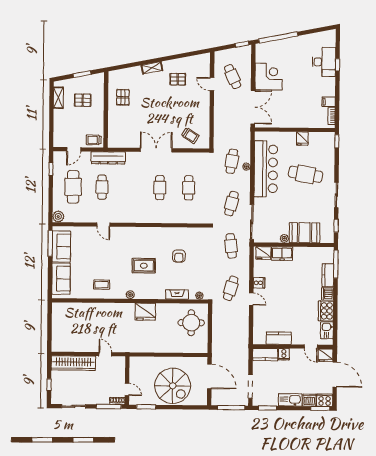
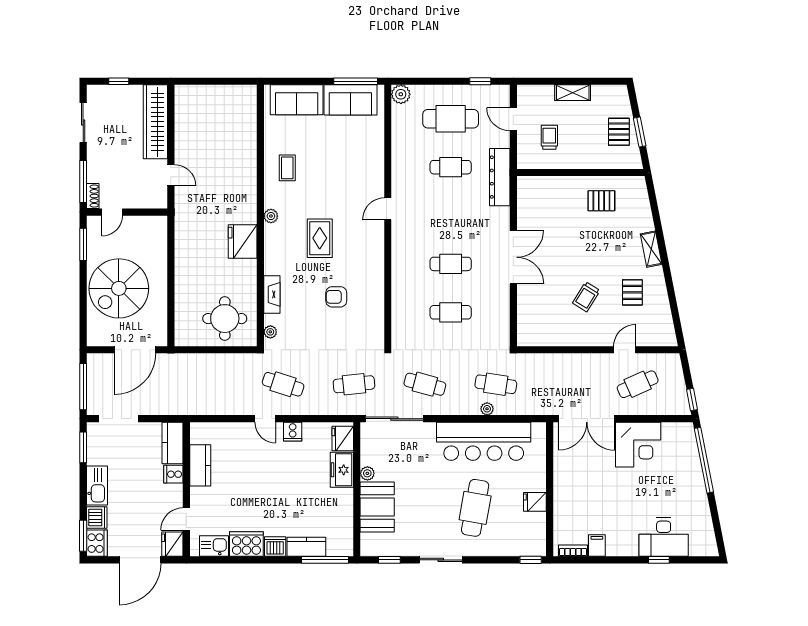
shelving: (58, 98) -> (573, 93), moved
pallet: (83, 100) -> (619, 132), moved
trolley: (190, 136) -> (586, 297), moved
trolley: (94, 140) -> (549, 137), moved
door: (103, 225) -> (388, 209), moved
door: (251, 299) -> (265, 419), hinge flipped
door: (105, 354) -> (171, 175), hinge flipped

